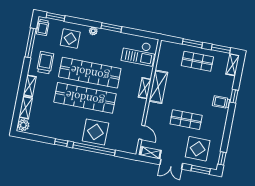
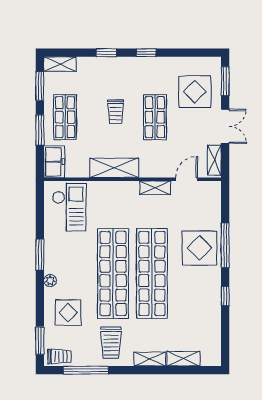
freezer: (170, 49) -> (54, 162), added
trolley: (45, 63) -> (111, 343), turned -90
shelving: (145, 88) -> (155, 188), moved
trolley: (221, 102) -> (116, 112), moved
plant: (23, 125) -> (210, 357), removed
window: (94, 149) -> (225, 245), width x0.68
window: (222, 158) -> (146, 53), moved

